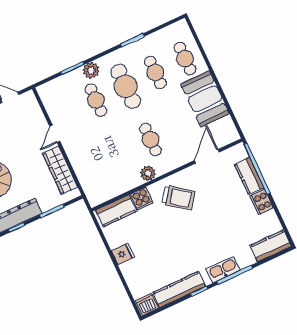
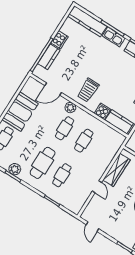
plant: (91, 70) -> (15, 169), moved
cafe table: (155, 72) -> (84, 141), moved
door: (55, 134) -> (97, 187), hinge flipped
plant: (148, 173) -> (70, 108), moved
trolley: (178, 198) -> (88, 90), turned -127
kitchen counter: (271, 246) -> (87, 21), width x1.50

